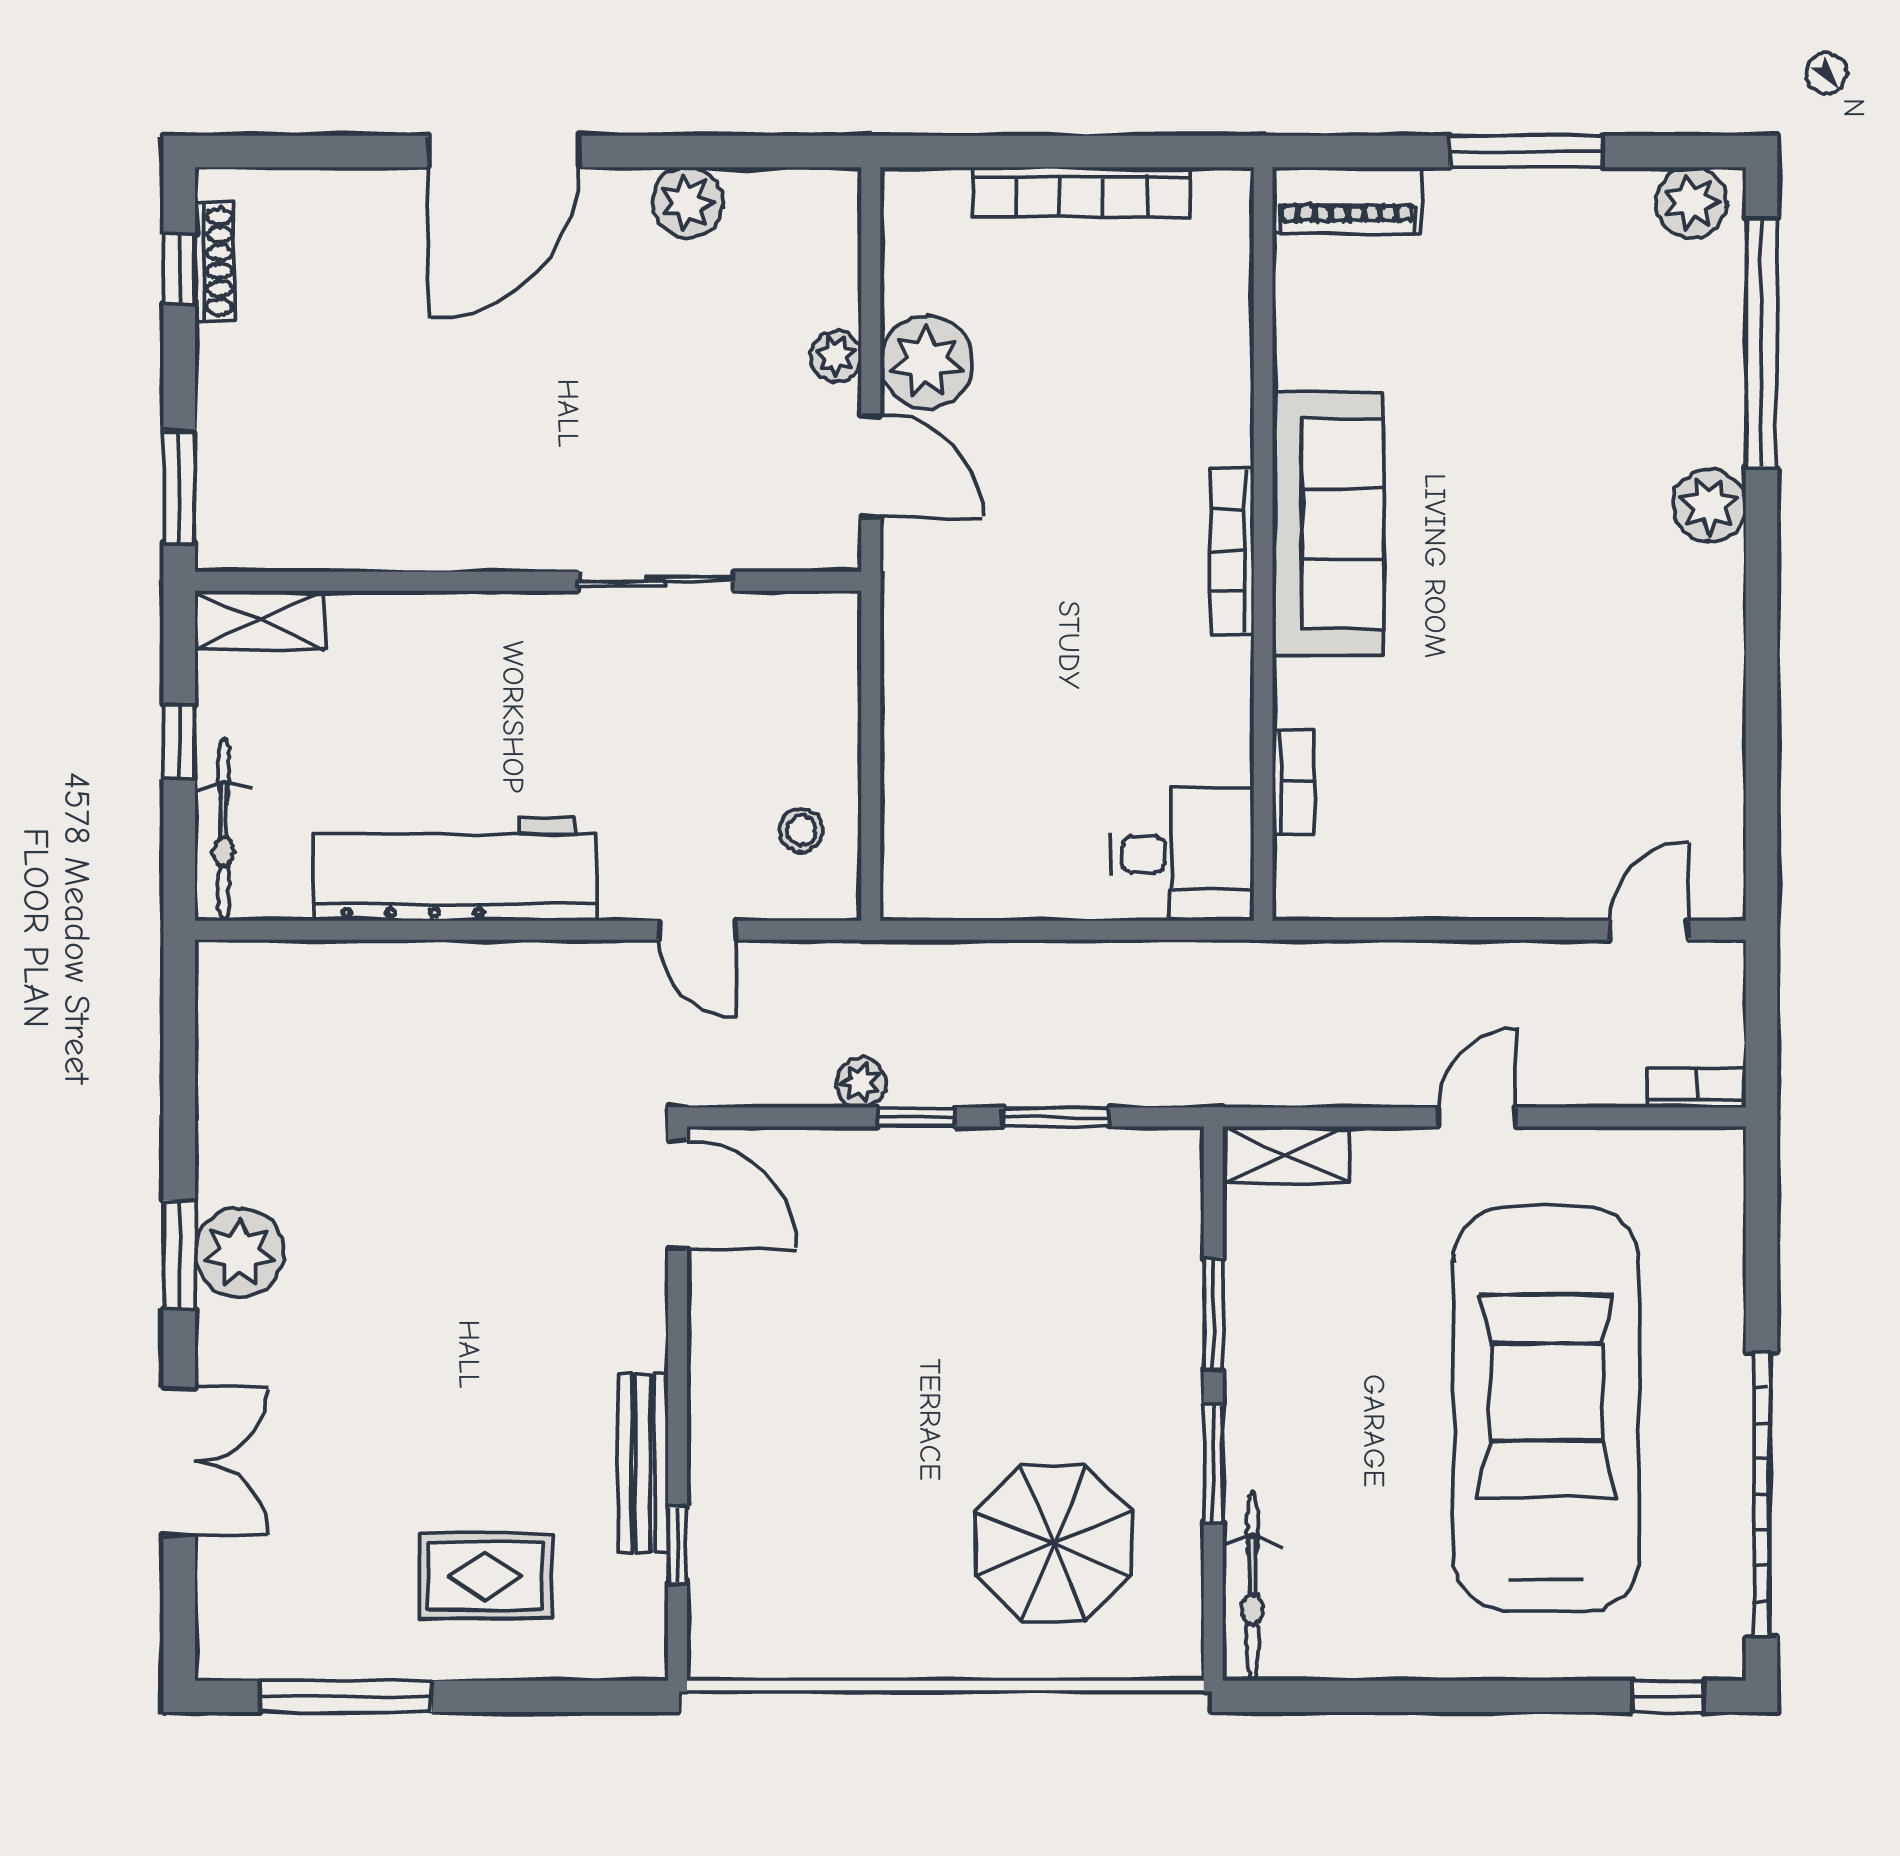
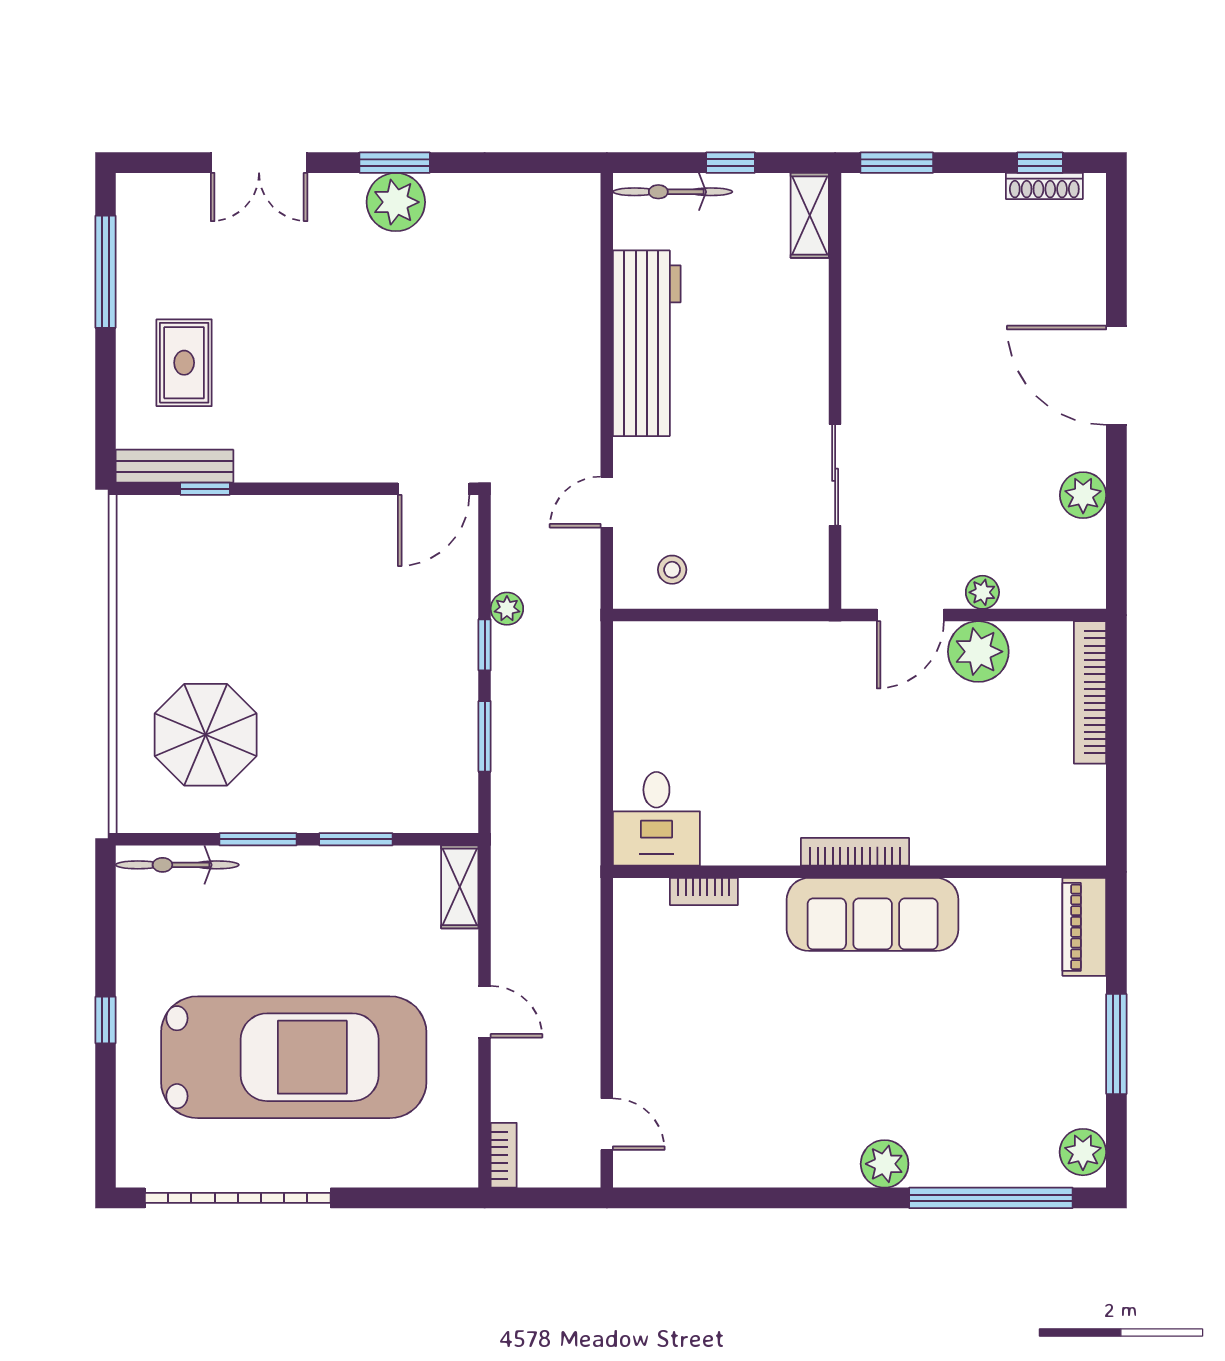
bookcase: (1081, 192) -> (1090, 692), moved
bench: (643, 1463) -> (174, 466), moved
window: (1668, 1696) -> (106, 1020), moved

